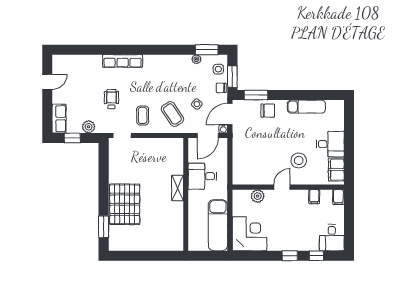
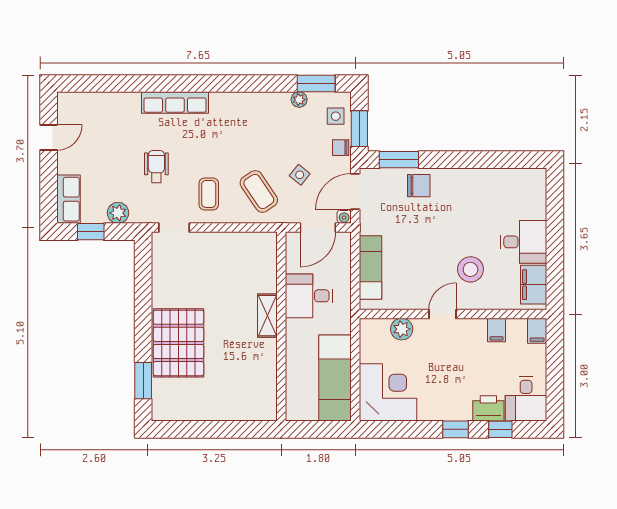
exam couch: (306, 107) -> (370, 268), moved, turned -90
printer: (309, 243) -> (488, 408), added

